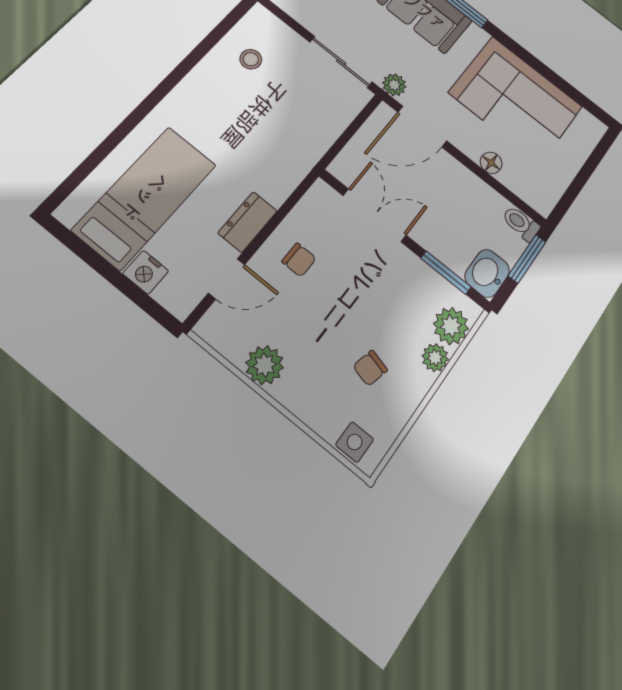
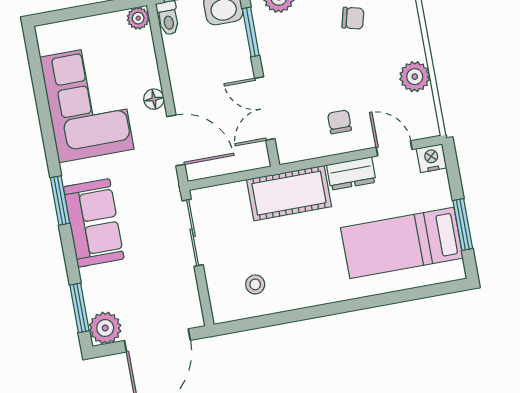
plant: (394, 85) -> (138, 18), moved
cot: (289, 159) -> (289, 193), added
floor lamp: (491, 163) -> (154, 99), moved
window: (97, 262) -> (463, 225), added
nightstand: (146, 272) -> (432, 158), moved, turned -90

